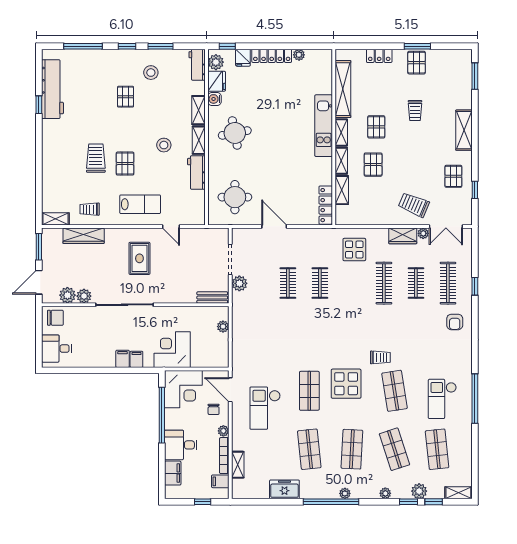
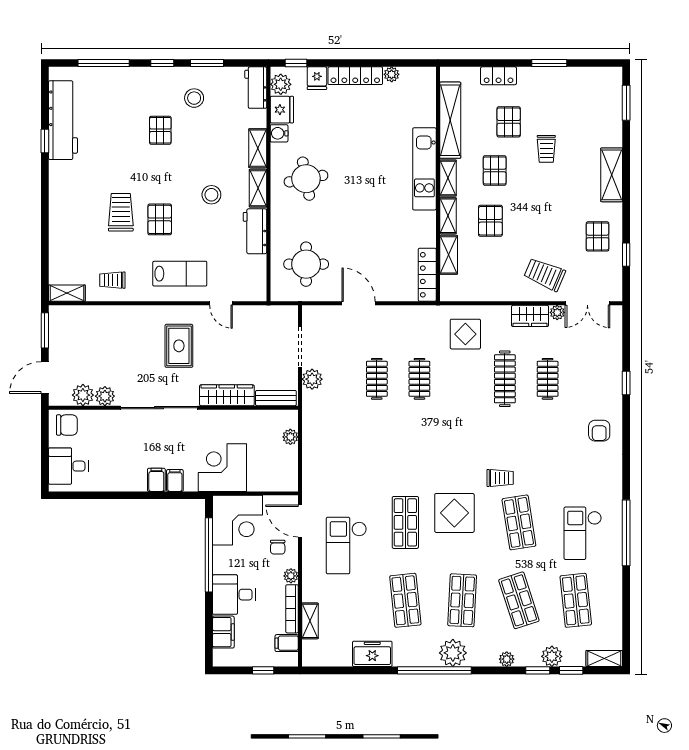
pallet: (417, 63) -> (509, 122), moved
wardrobe: (84, 236) -> (227, 395), moved, turned 180
clothes rail: (448, 283) -> (590, 379), removed
plant: (345, 493) -> (453, 653), width x1.88, depth x1.88

